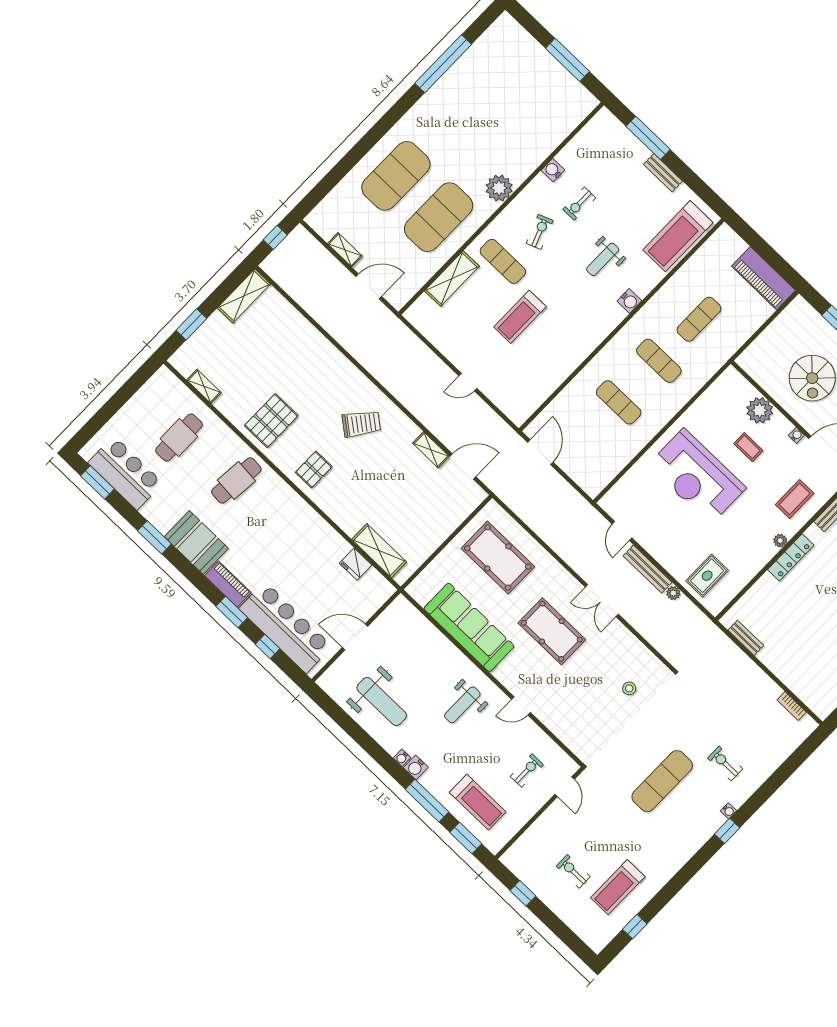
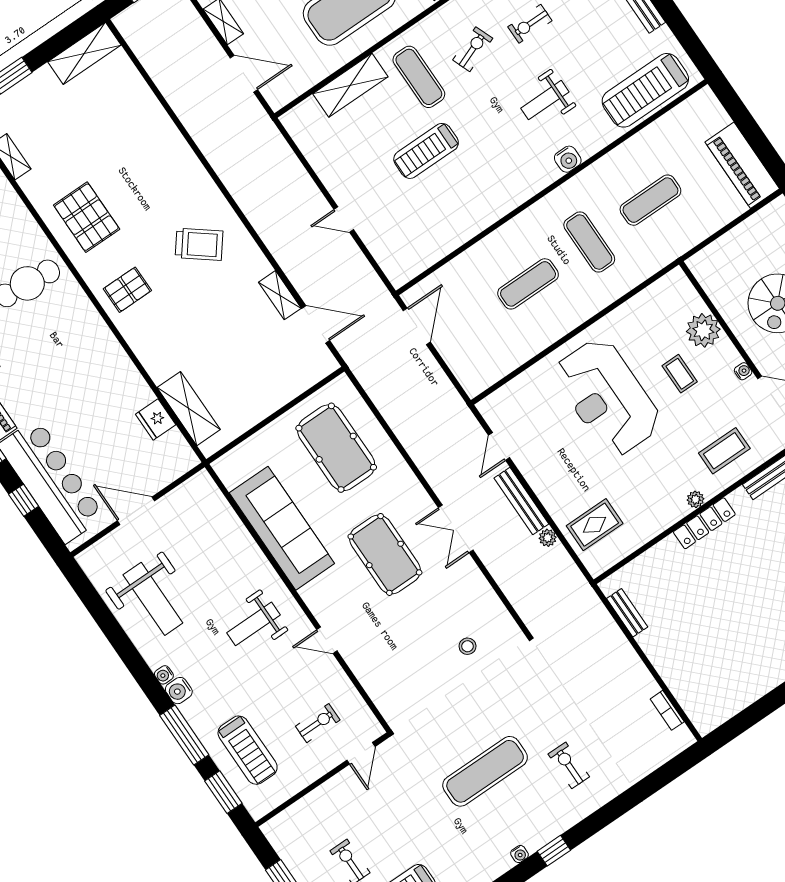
exercise mat: (619, 402) -> (528, 284), turned 90
pallet: (271, 421) -> (87, 217), turned 90
water cooler: (728, 811) -> (519, 854), moved

